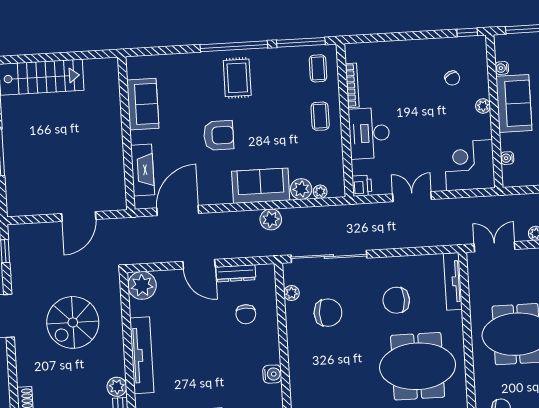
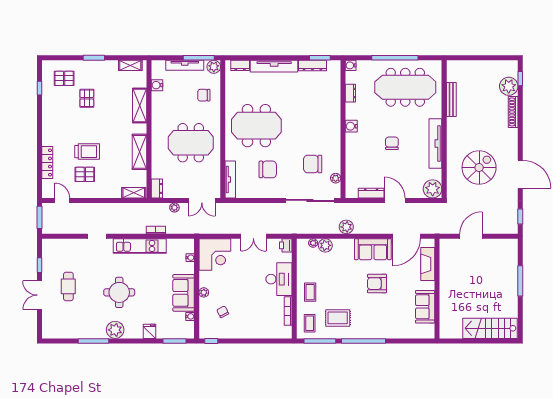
rug: (237, 78) -> (338, 318), moved, turned 90
sofa: (261, 186) -> (373, 249), moved
chair: (246, 314) -> (392, 143), moved
plant: (117, 387) -> (453, 124), removed

